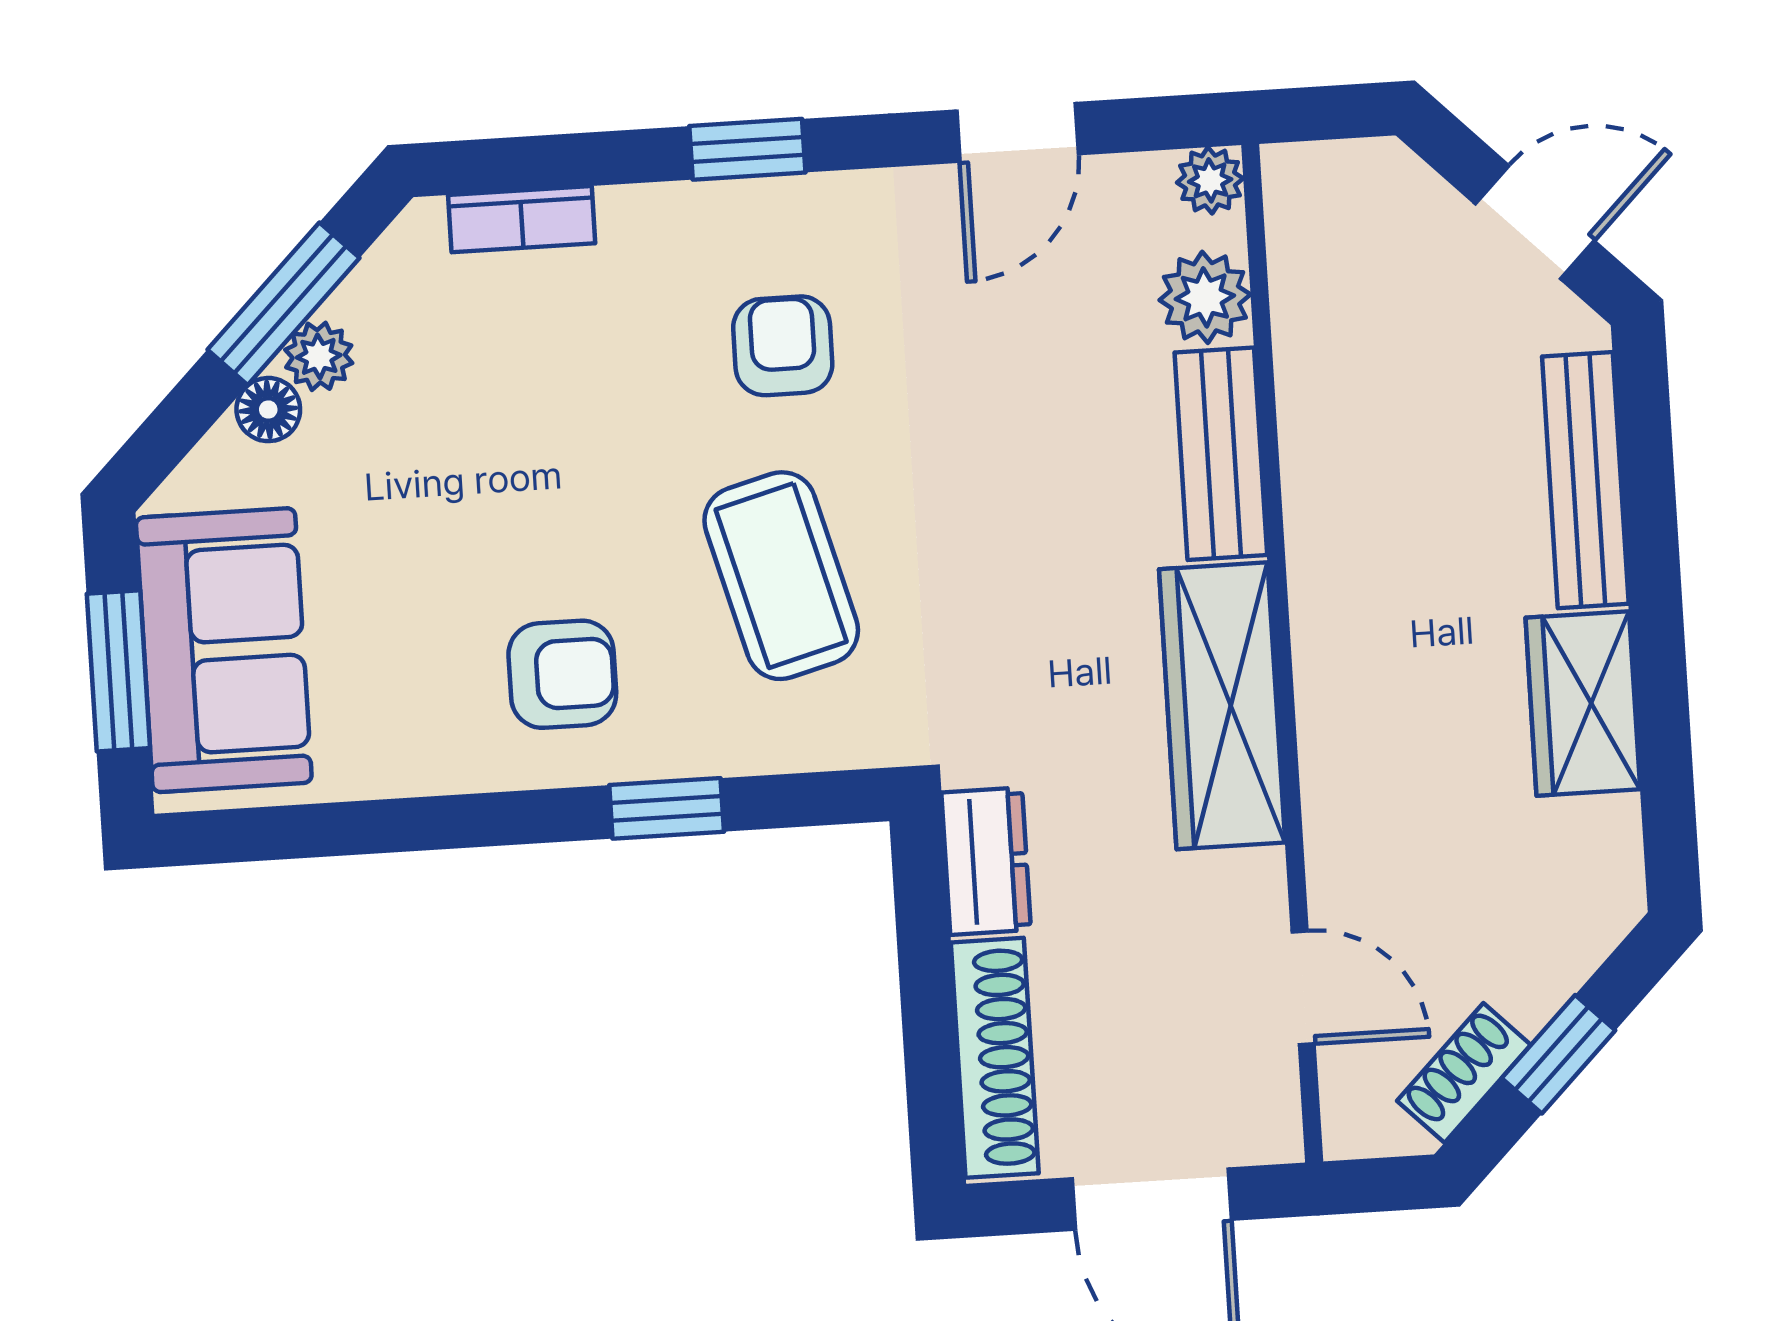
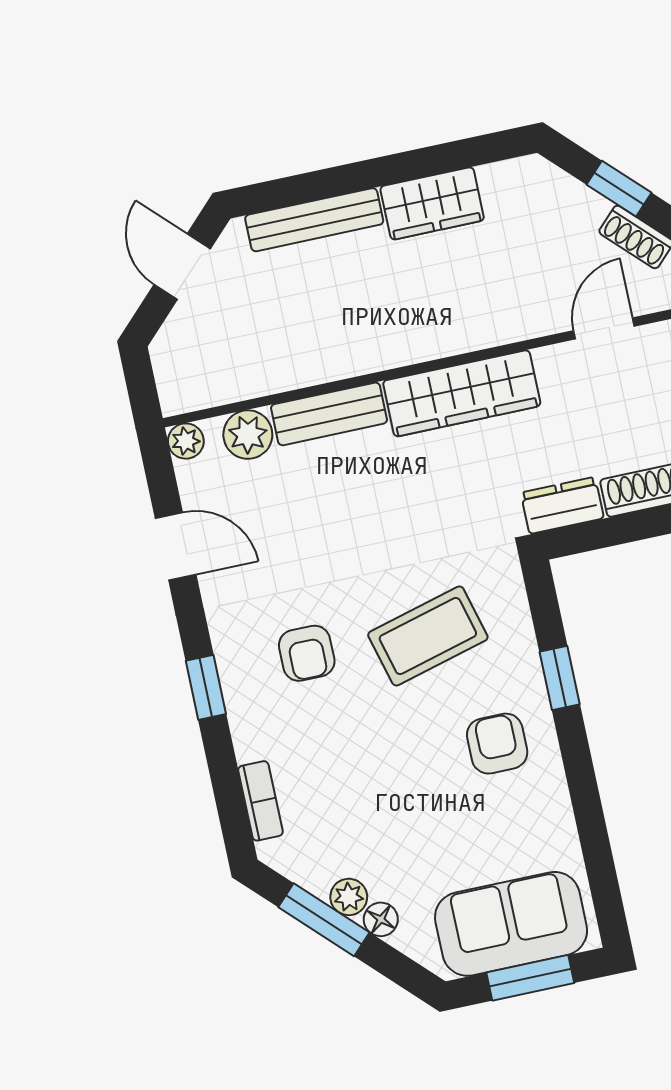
armchair: (783, 346) -> (307, 653), turned -90

